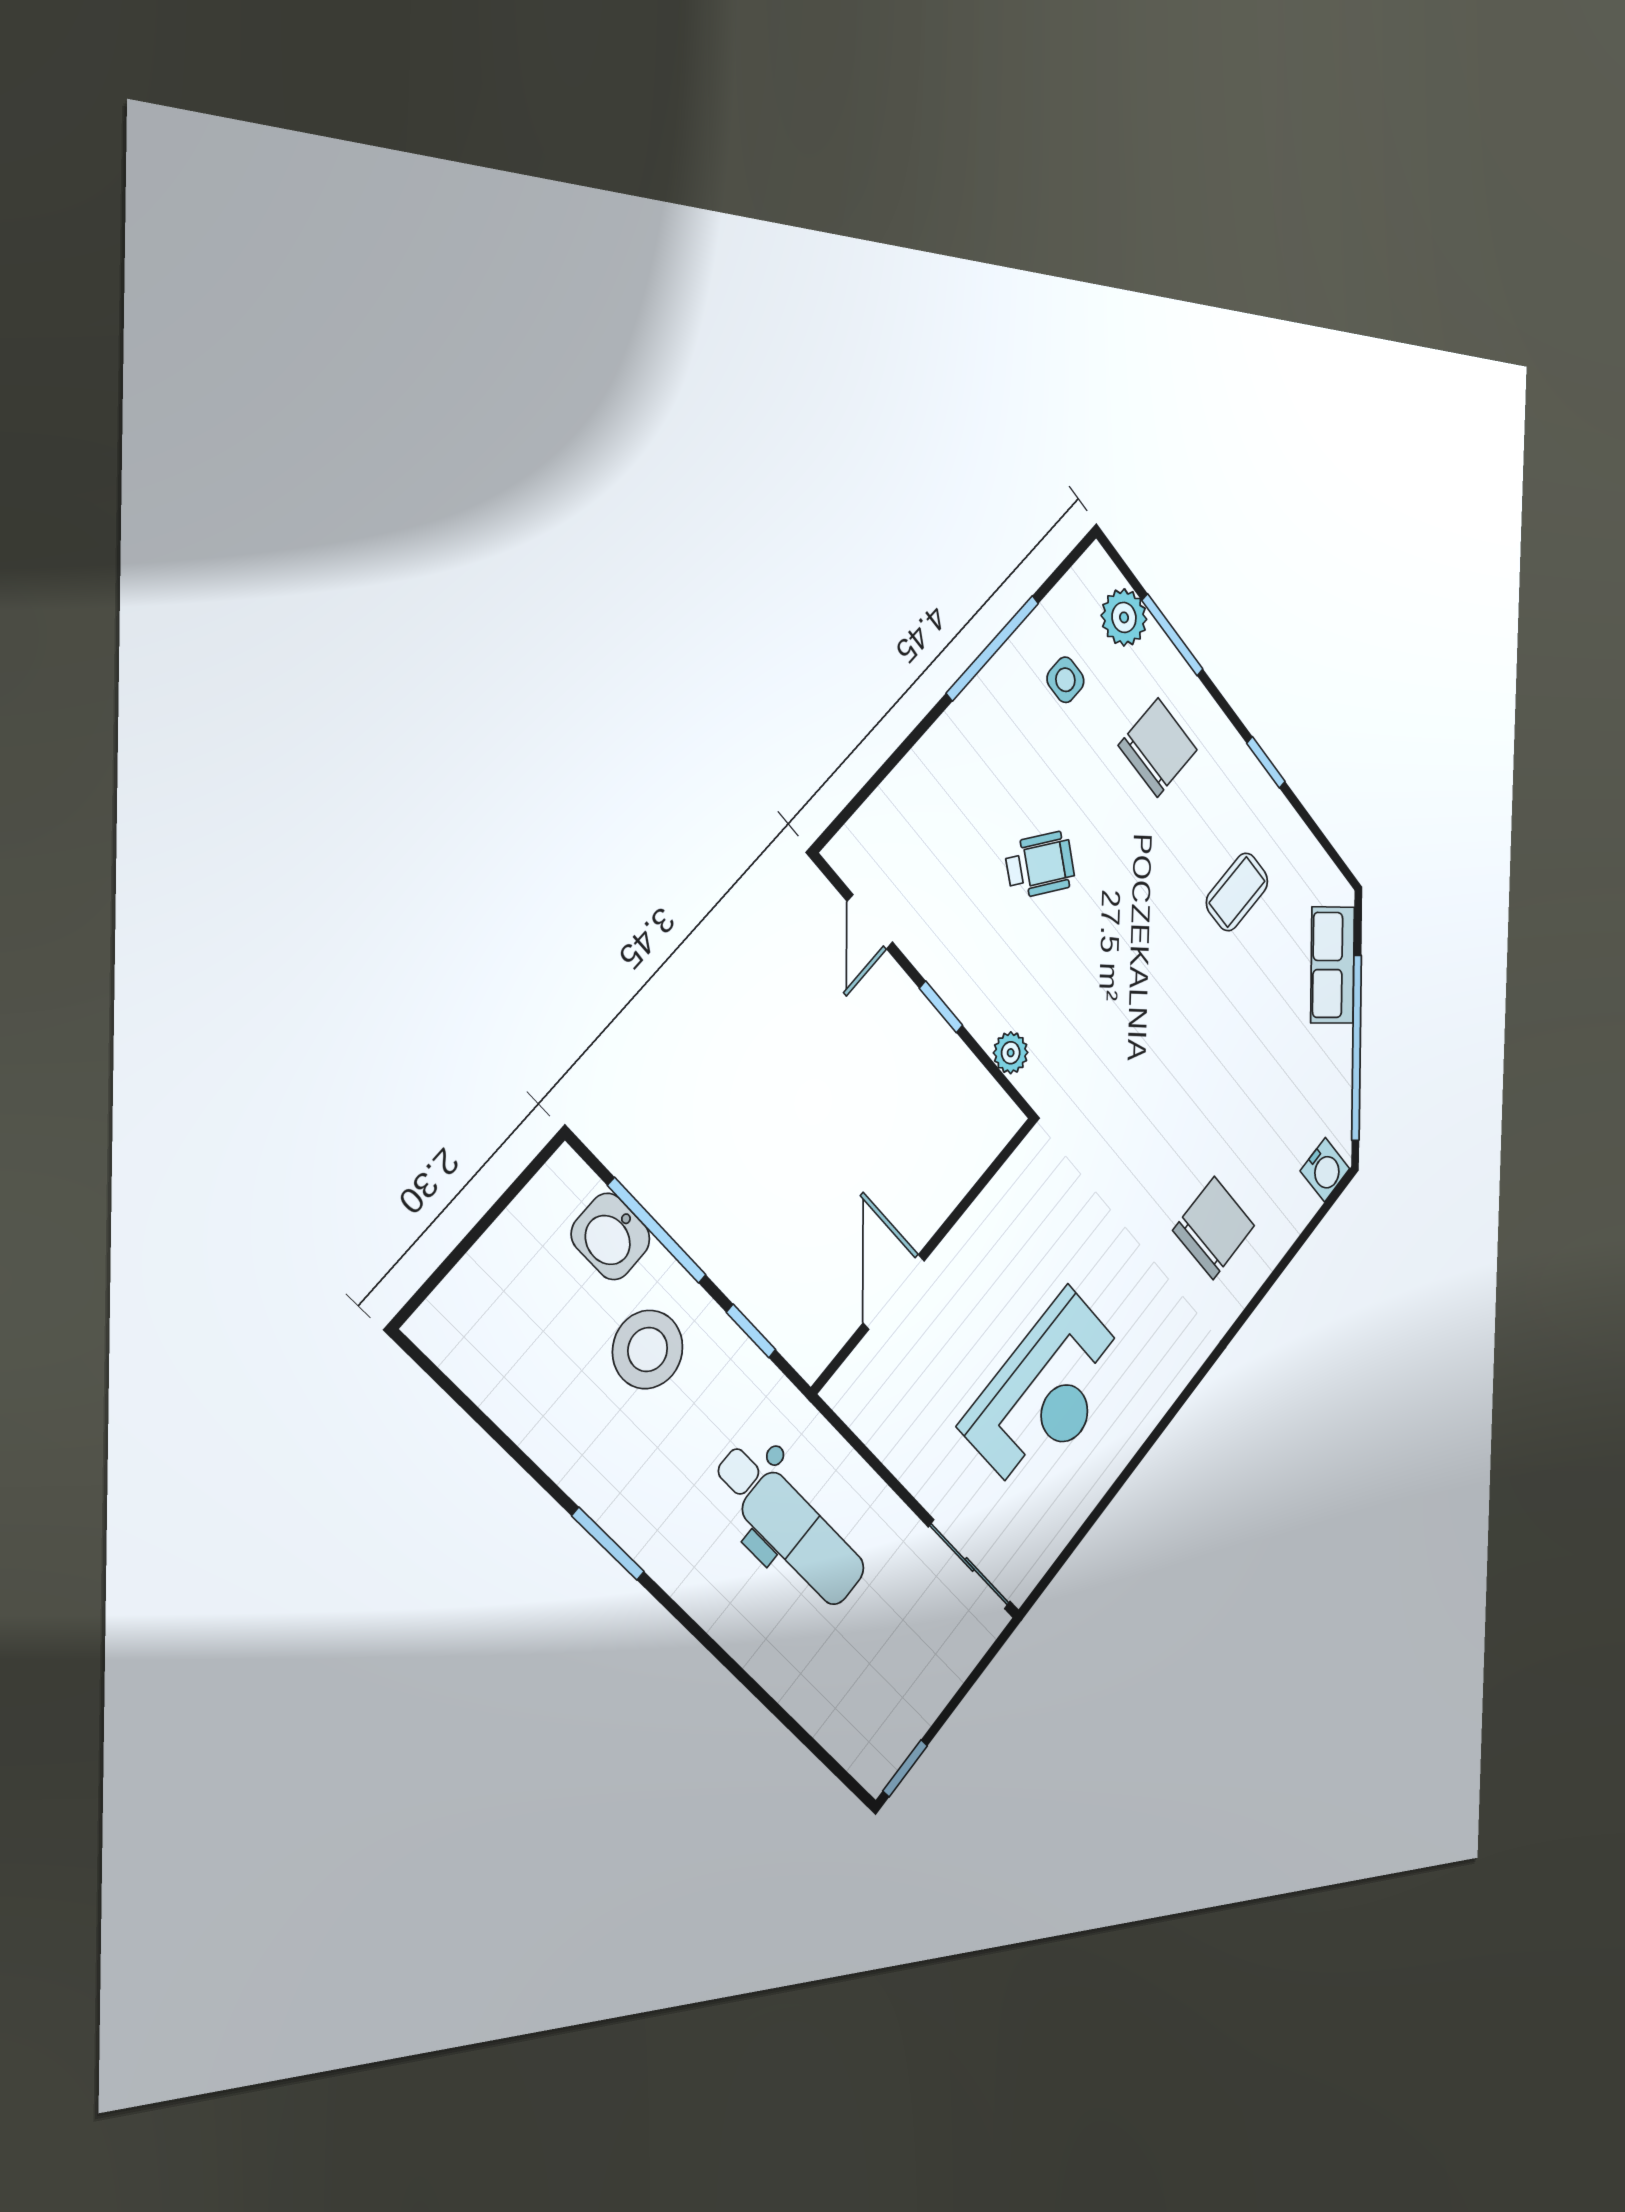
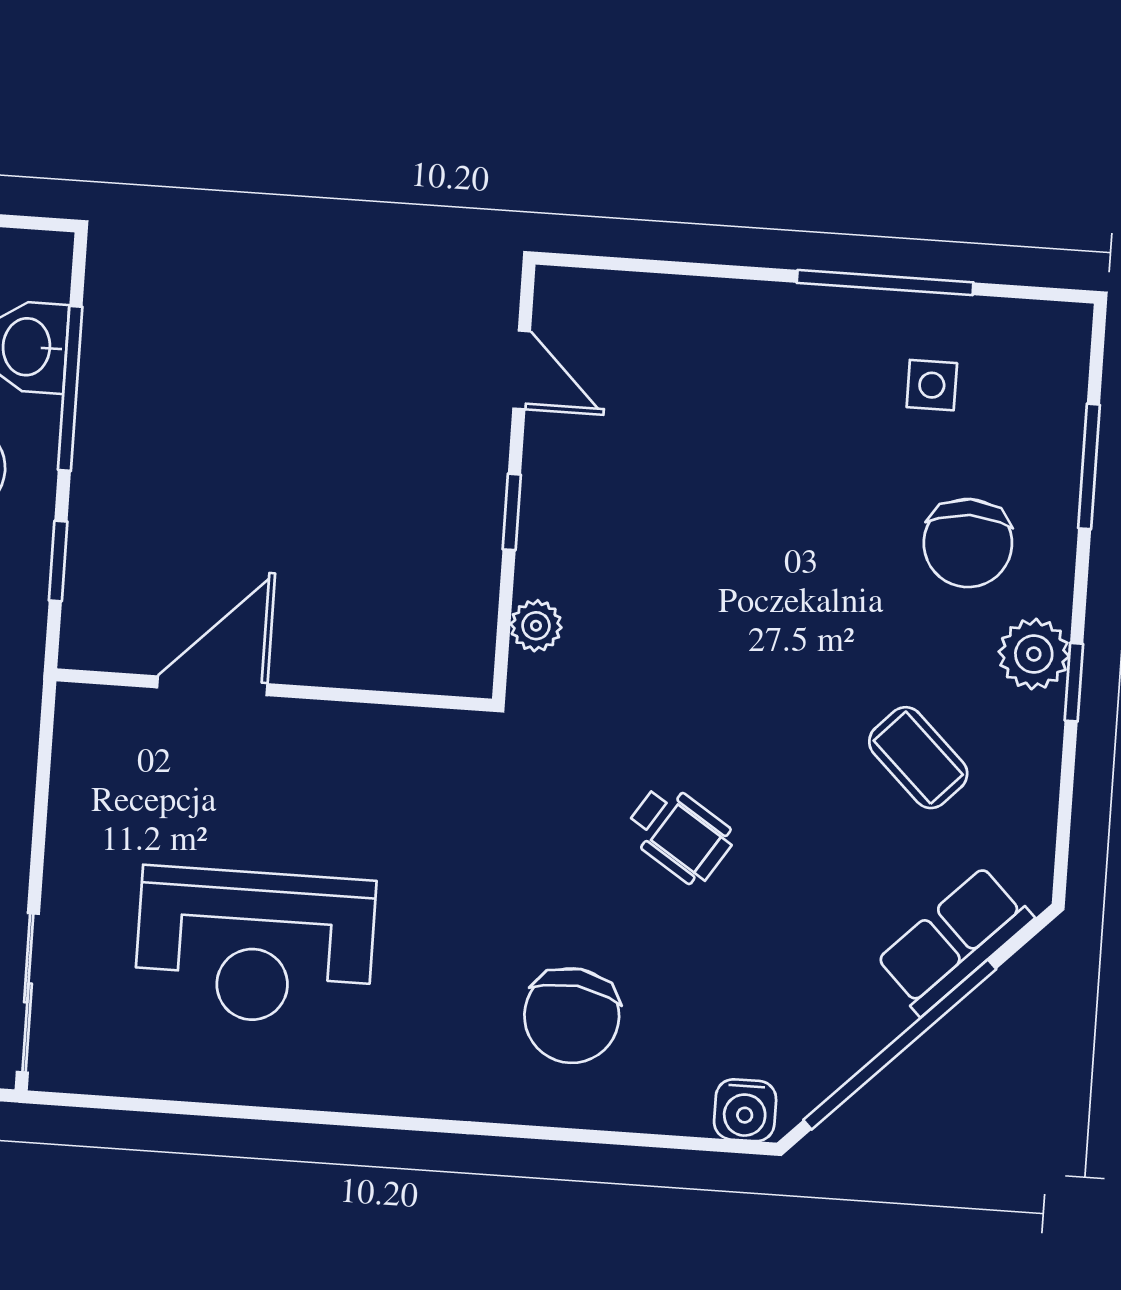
plant: (1124, 617) -> (1034, 654), moved
chair: (1158, 748) -> (968, 543), turned 90
wheelchair: (1040, 865) -> (680, 834), moved
coffee table: (1237, 892) -> (918, 758), turned 44
door: (870, 922) -> (522, 370), swing flipped
chair: (1214, 1228) -> (572, 1016), turned 97

